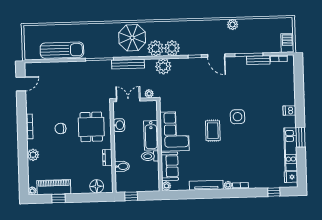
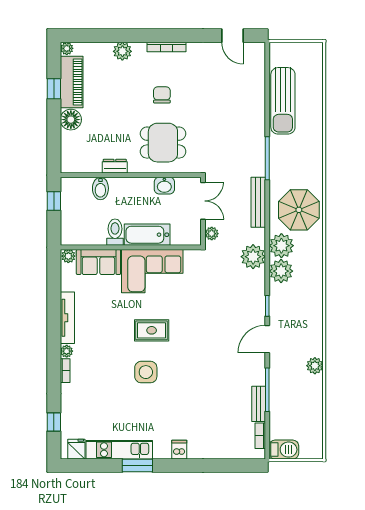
side table: (238, 117) -> (146, 372), moved
floor lamp: (97, 186) -> (71, 120), moved

